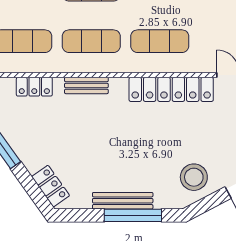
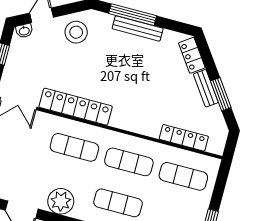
bench: (86, 85) -> (206, 88), moved, turned 55
locker: (34, 87) -> (184, 138), width x1.53

